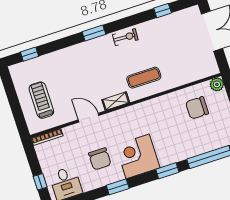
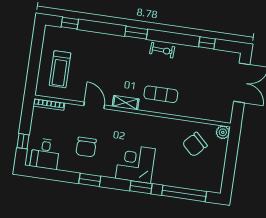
treadmill: (41, 100) -> (60, 69), turned 180
chair: (197, 108) -> (195, 144), turned -46
corner desk: (138, 156) -> (135, 164), moved

